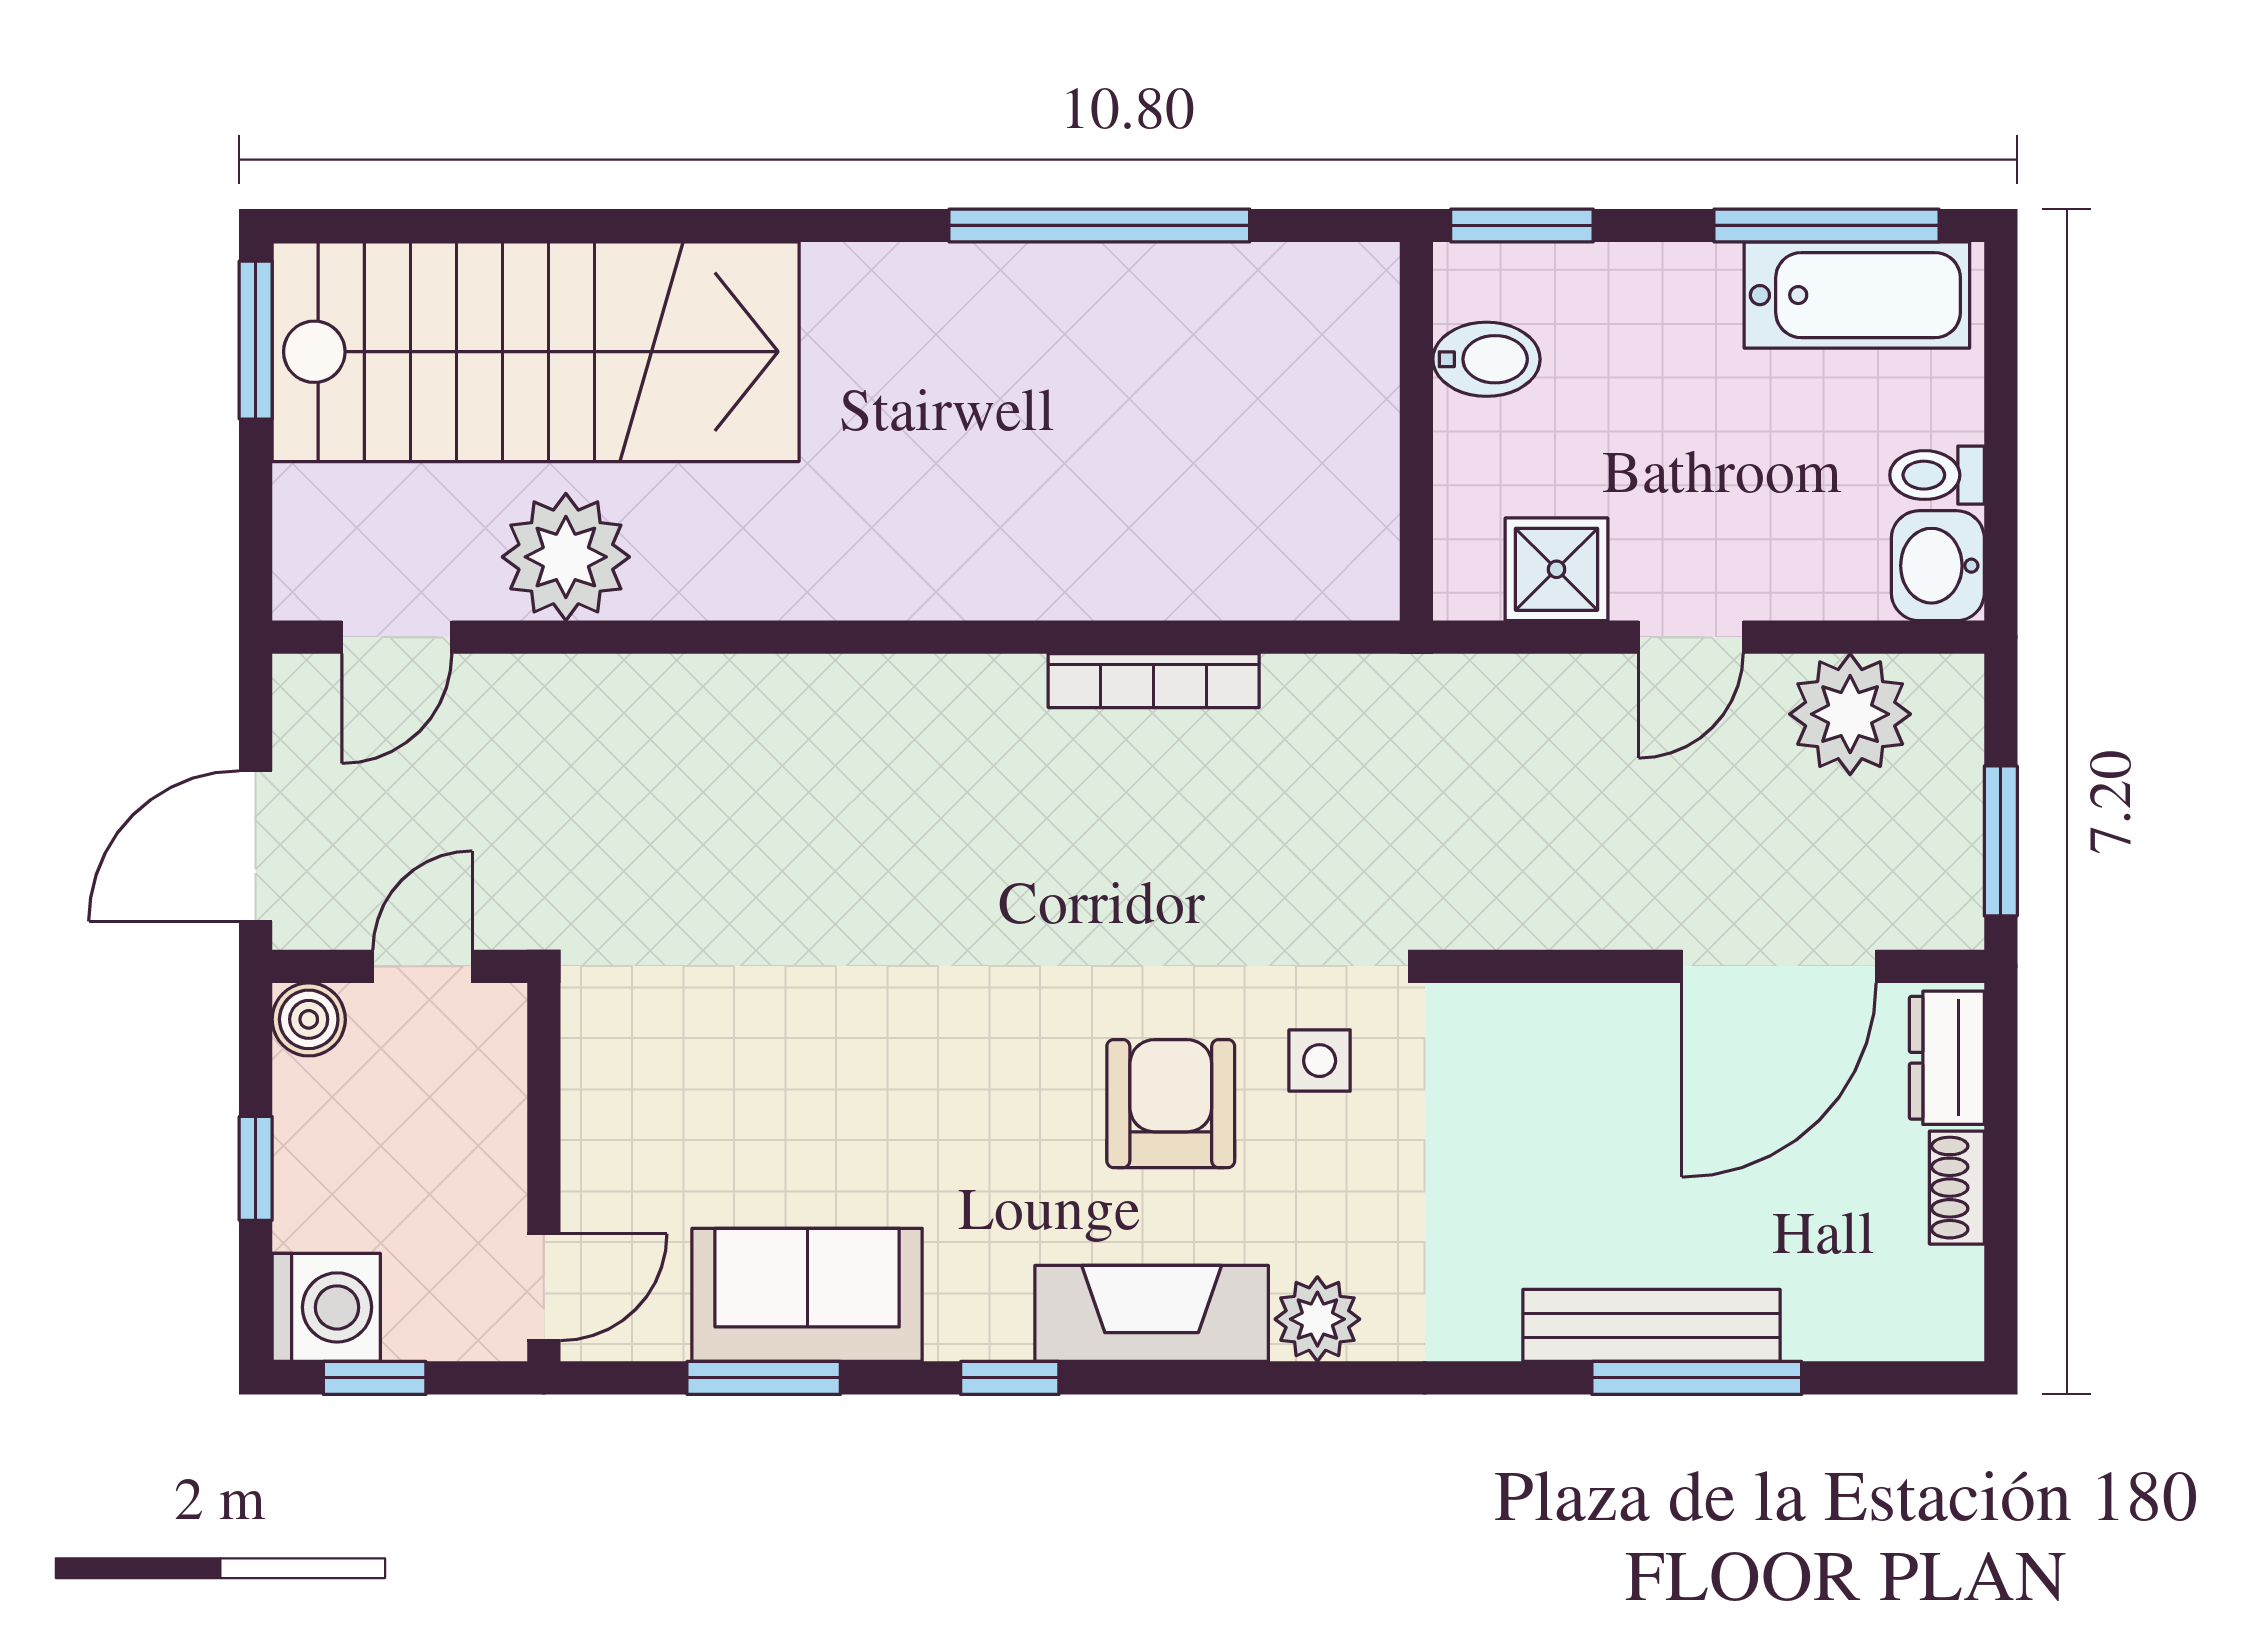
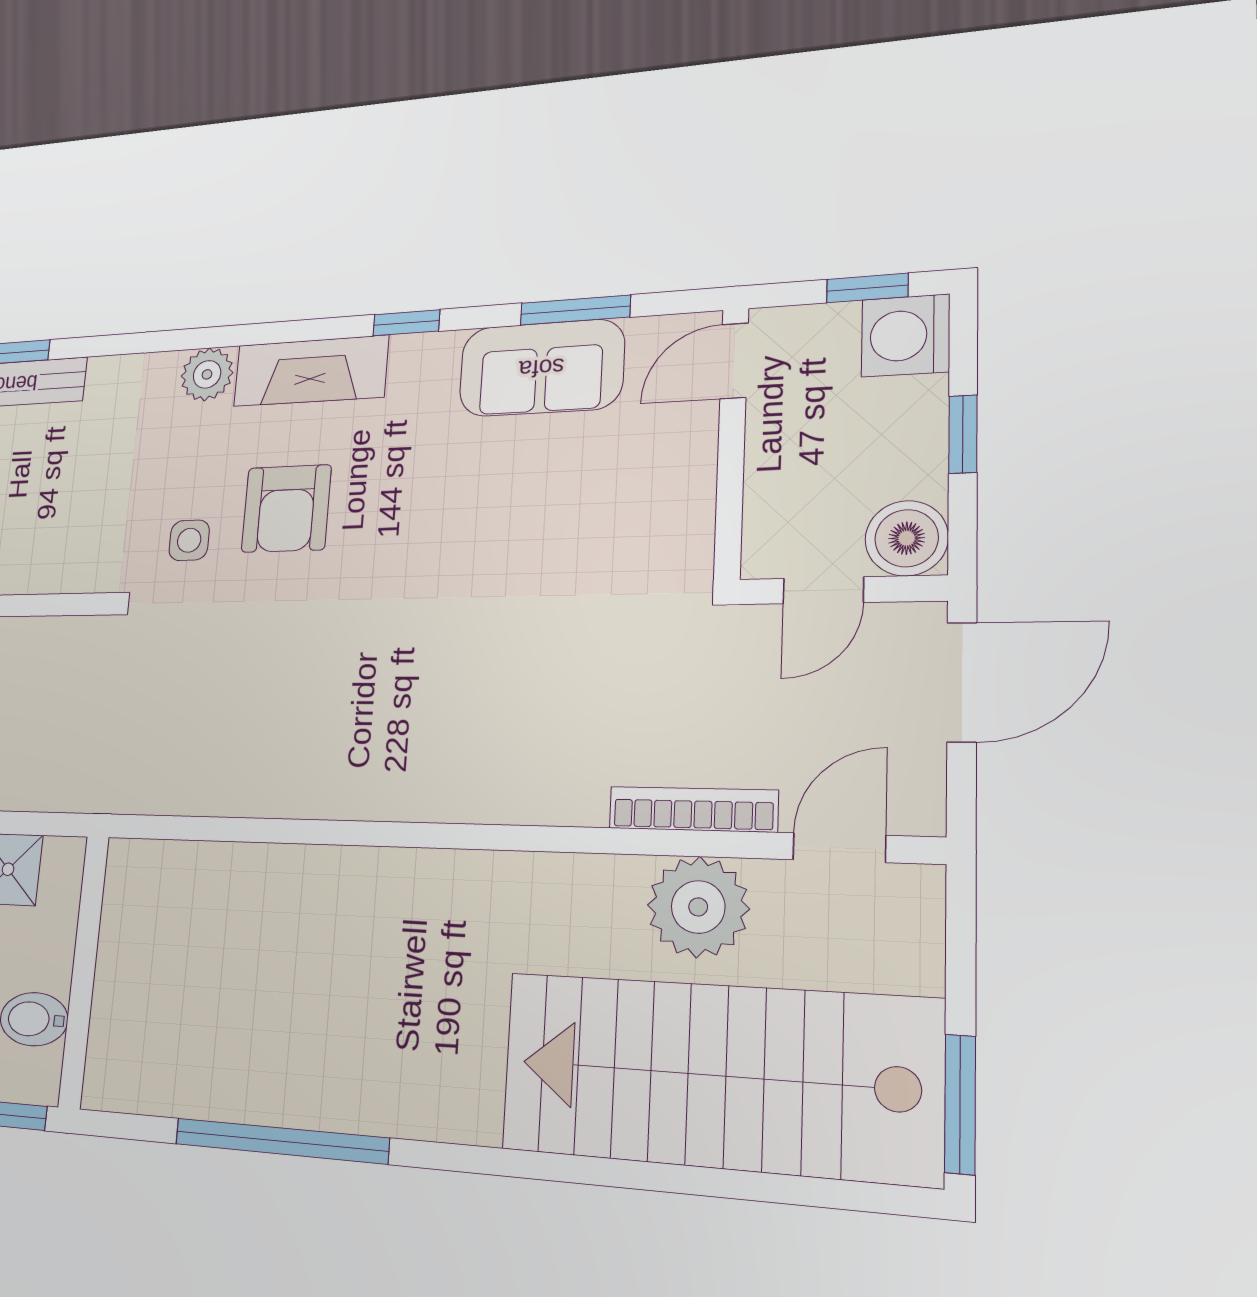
bookcase: (1154, 681) -> (693, 809), moved
boiler: (309, 1019) -> (907, 538), width x1.36, depth x1.36

